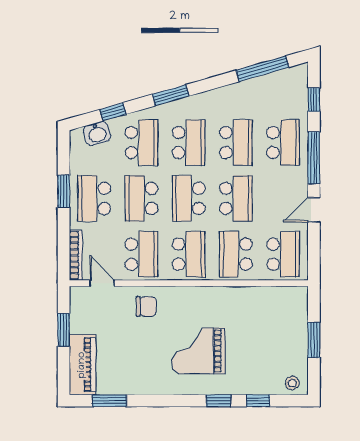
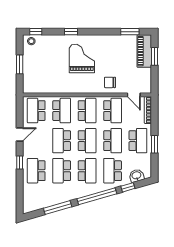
window: (262, 69) -> (58, 207), moved
window: (171, 95) -> (97, 196), width x2.11
window: (314, 100) -> (20, 194), removed
school desk: (189, 143) -> (87, 171), turned 180
window: (314, 158) -> (20, 162), width x0.46
school desk: (141, 254) -> (113, 111), turned 180
school desk: (189, 254) -> (87, 111), turned 180
window: (64, 330) -> (154, 56), moved
grand piano: (198, 351) -> (82, 58), turned -90
window: (258, 401) -> (36, 32), moved

